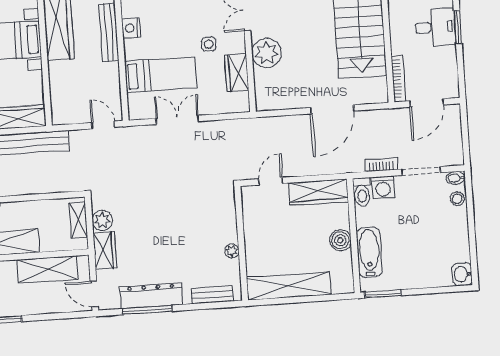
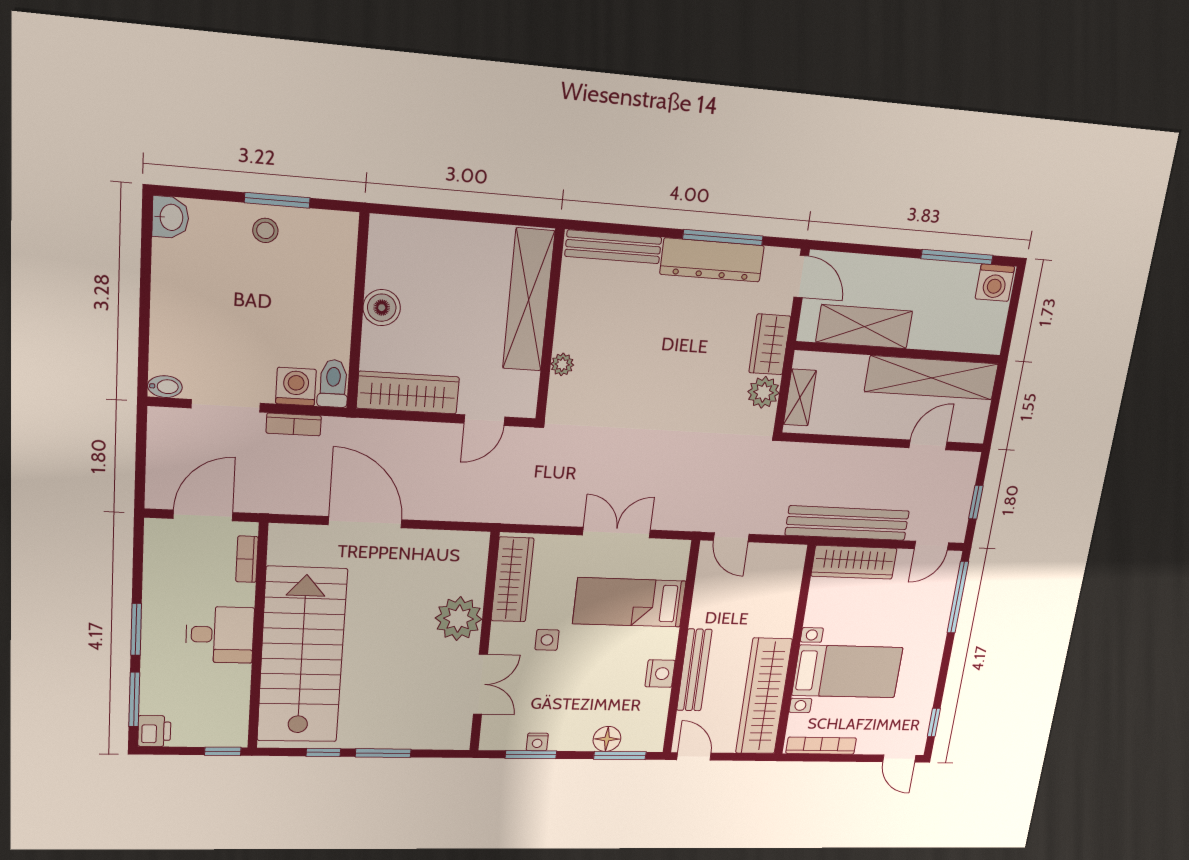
desk: (435, 27) -> (220, 635), moved, turned 180
wardrobe: (237, 73) -> (512, 580), width x1.50
bookcase: (399, 78) -> (247, 559), width x0.64
door: (332, 109) -> (365, 522), hinge flipped
double door: (177, 120) -> (617, 533), swing flipped
stool: (457, 199) -> (265, 230), moved
plant: (232, 251) -> (562, 364), moved
bathtub: (369, 252) -> (334, 280), removed
shelving: (289, 286) -> (529, 300), moved, turned 90
window: (383, 294) -> (277, 200), moved
bench: (212, 295) -> (613, 247), width x1.36

